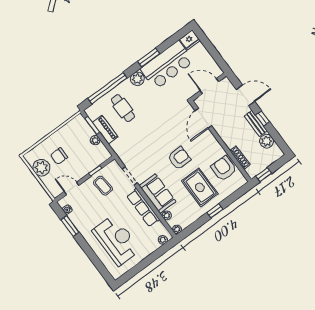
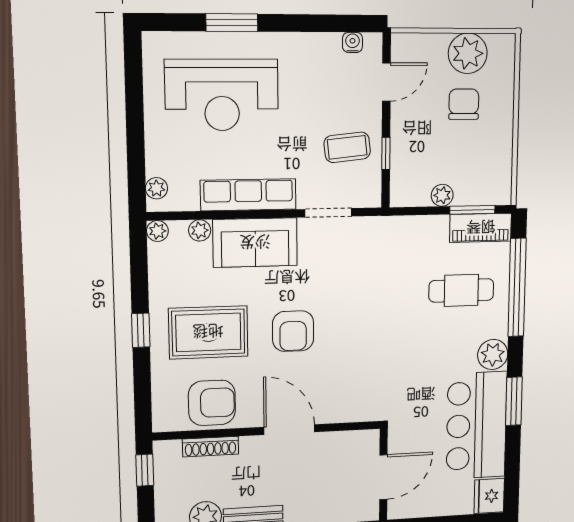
door: (203, 118) -> (289, 430), moved
piano: (105, 130) -> (481, 228), moved
window: (70, 226) -> (232, 23), moved

